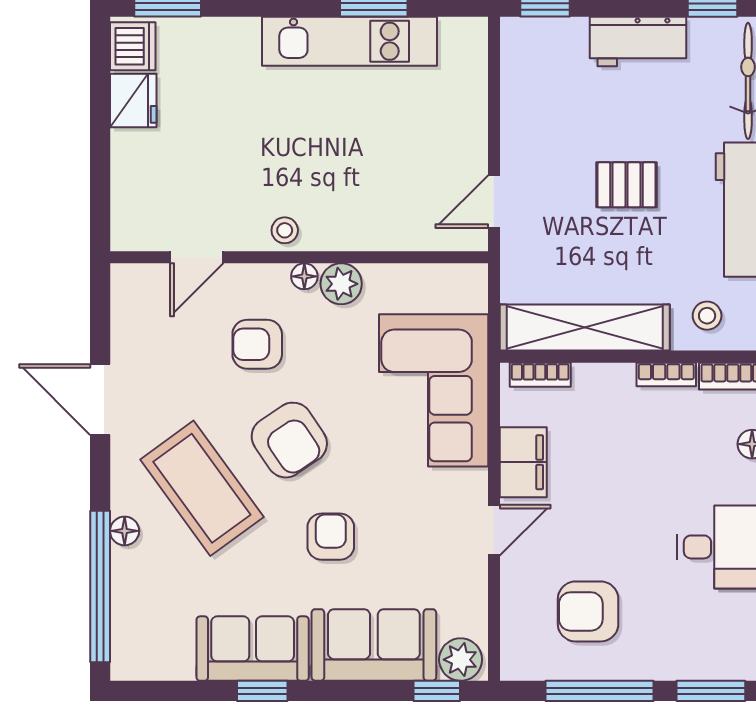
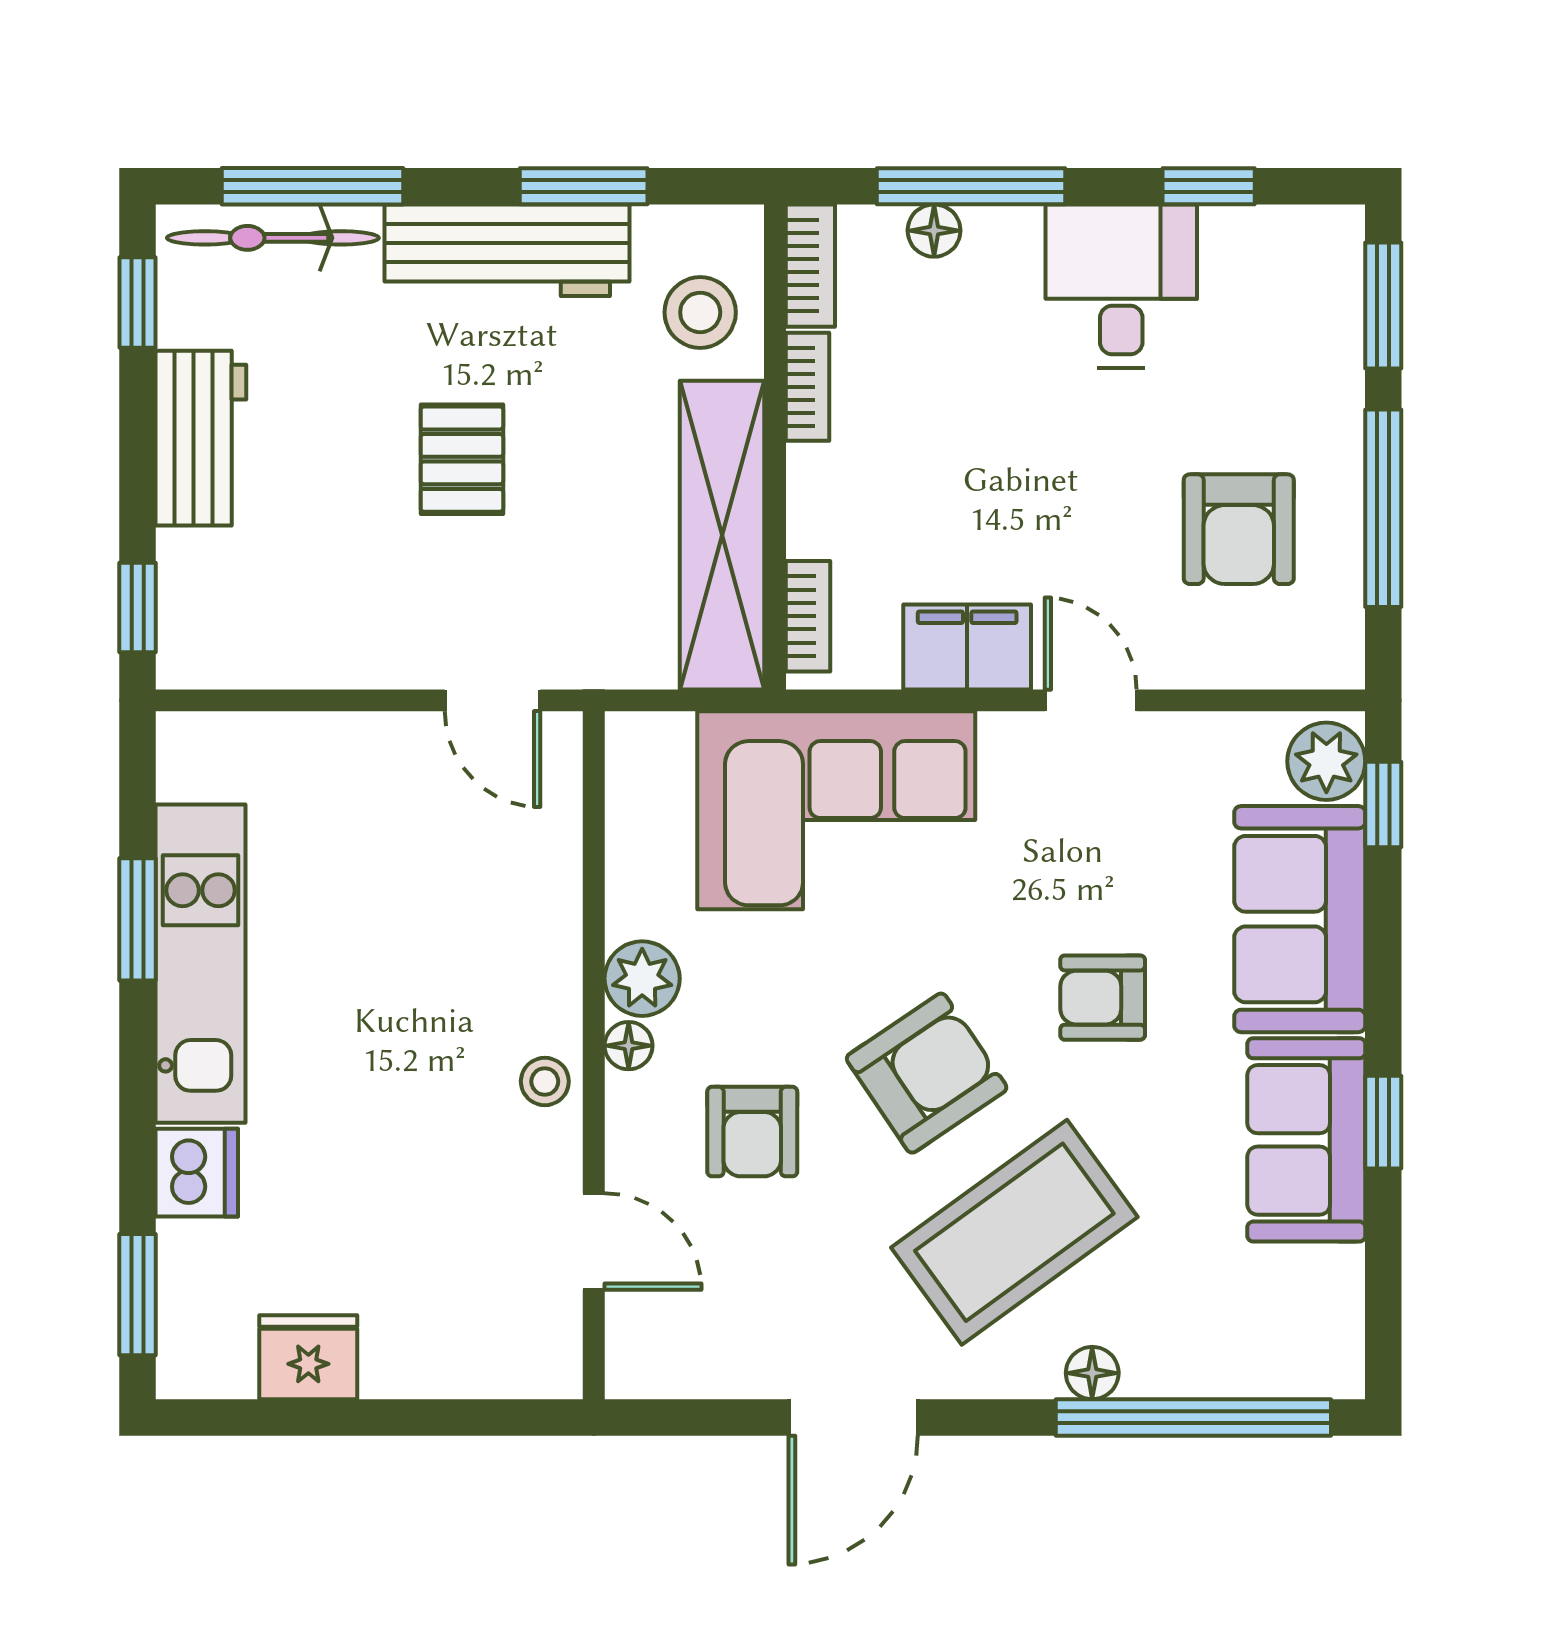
dishwasher: (133, 46) -> (197, 1173), moved, turned 90
stool: (707, 316) -> (700, 312), width x1.37, depth x1.37

